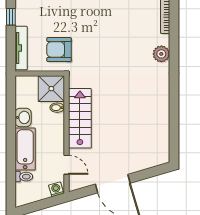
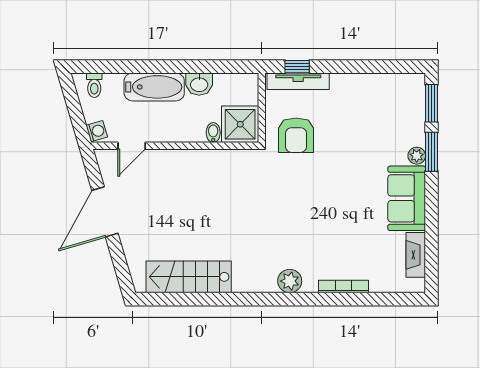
window: (11, 17) -> (297, 67), moved
armchair: (59, 49) -> (296, 135), turned 180
stairs: (80, 118) -> (189, 277), moved, turned 180
toilet: (24, 177) -> (94, 85), moved

